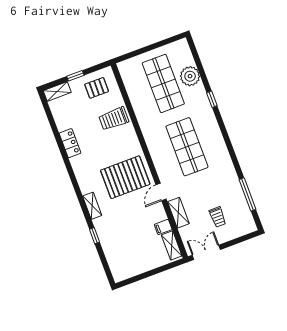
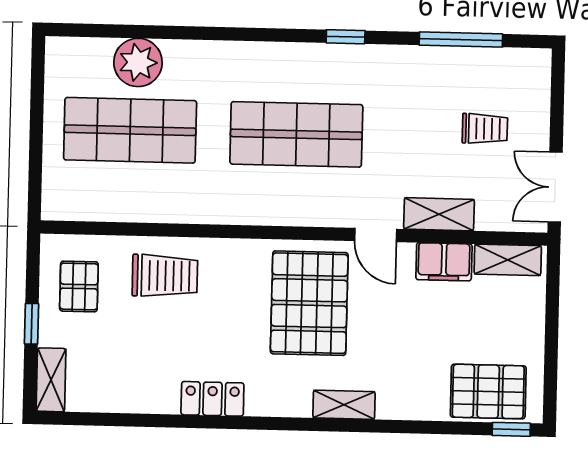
window: (212, 99) -> (346, 37), moved
trolley: (114, 119) -> (165, 276), turned -90
locker: (70, 143) -> (212, 399), moved
filing cabinet: (163, 227) -> (444, 262), width x2.00
window: (95, 236) -> (511, 429), moved
pallet: (119, 258) -> (488, 391), added

